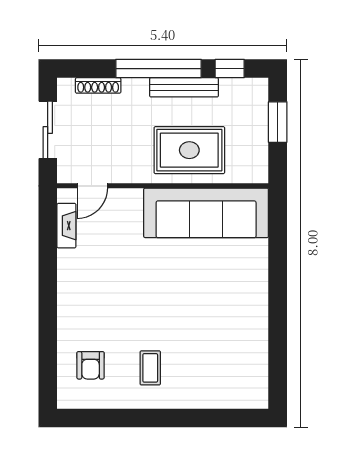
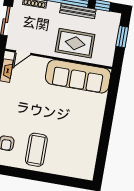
coffee table: (150, 368) -> (36, 150), width x1.86, depth x1.72

